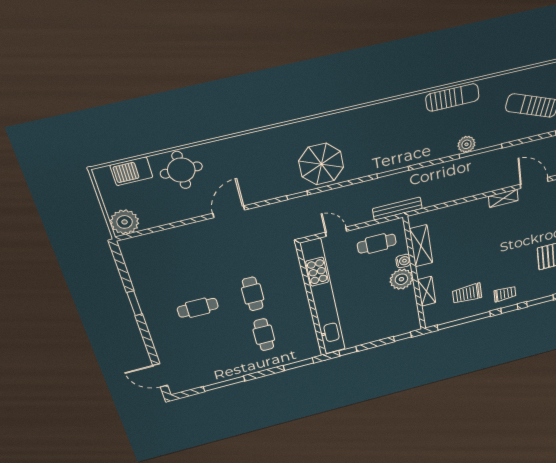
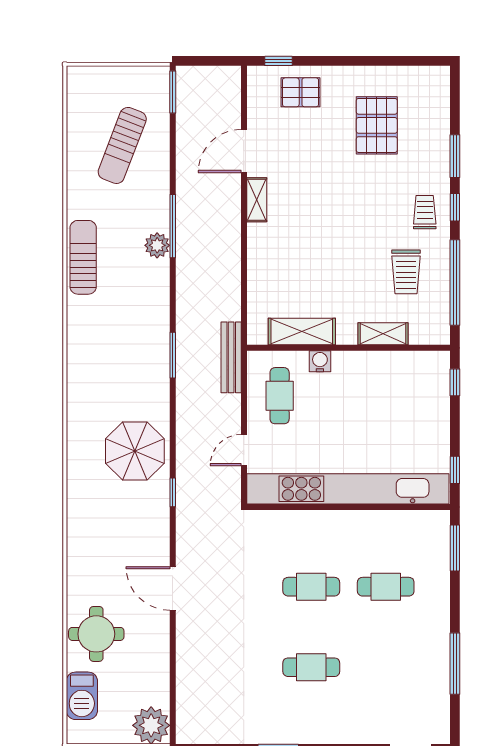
plant: (401, 279) -> (350, 369), removed
cafe table: (198, 308) -> (311, 667), turned 90

